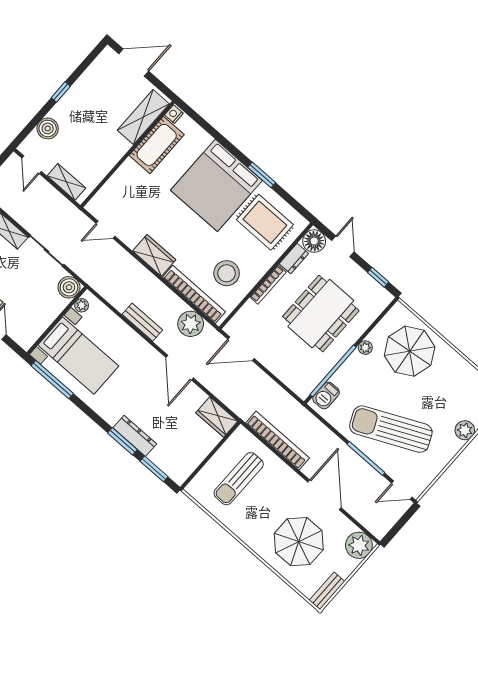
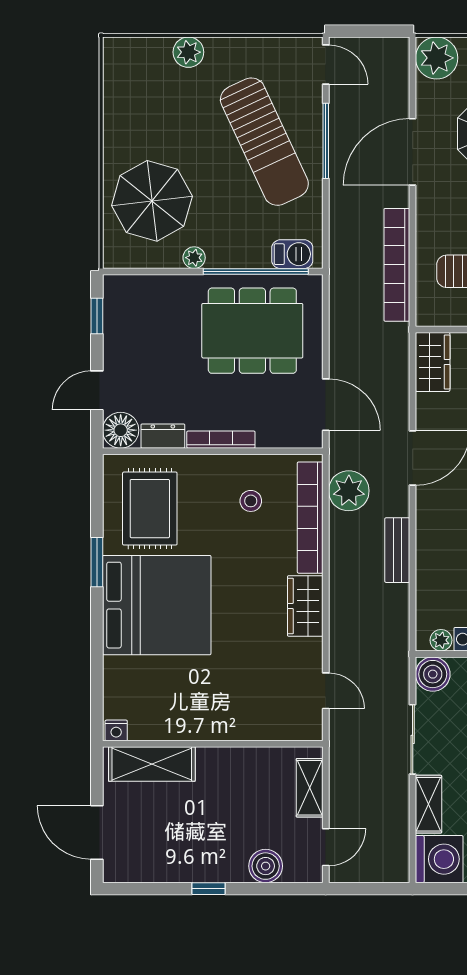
cot: (157, 145) -> (171, 719), removed
stool: (227, 273) -> (251, 501), width x0.53, depth x0.53
dining table: (321, 314) -> (252, 331), moved

